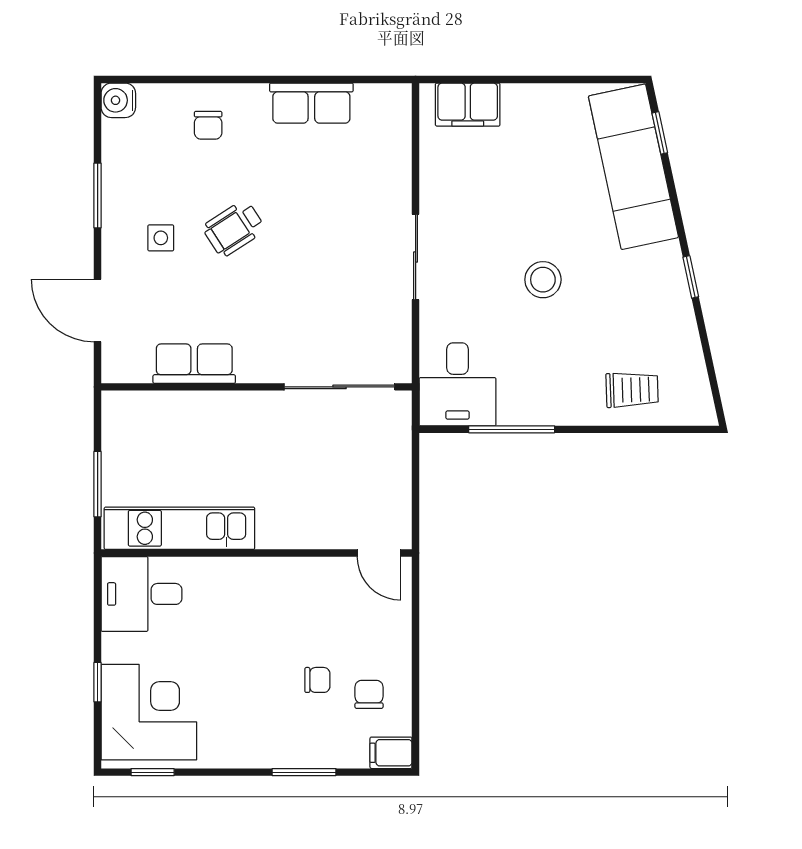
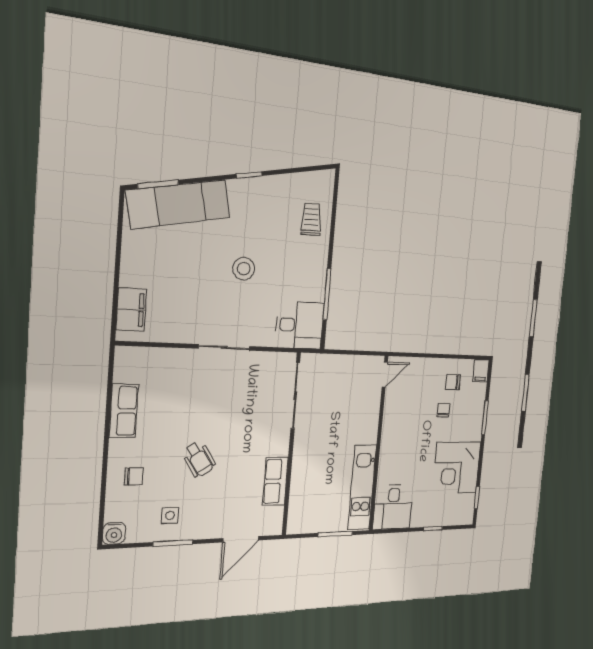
window: (660, 133) -> (158, 184), width x1.50
side table: (161, 238) -> (170, 516), moved
corner desk: (149, 712) -> (457, 468), moved, turned -90

